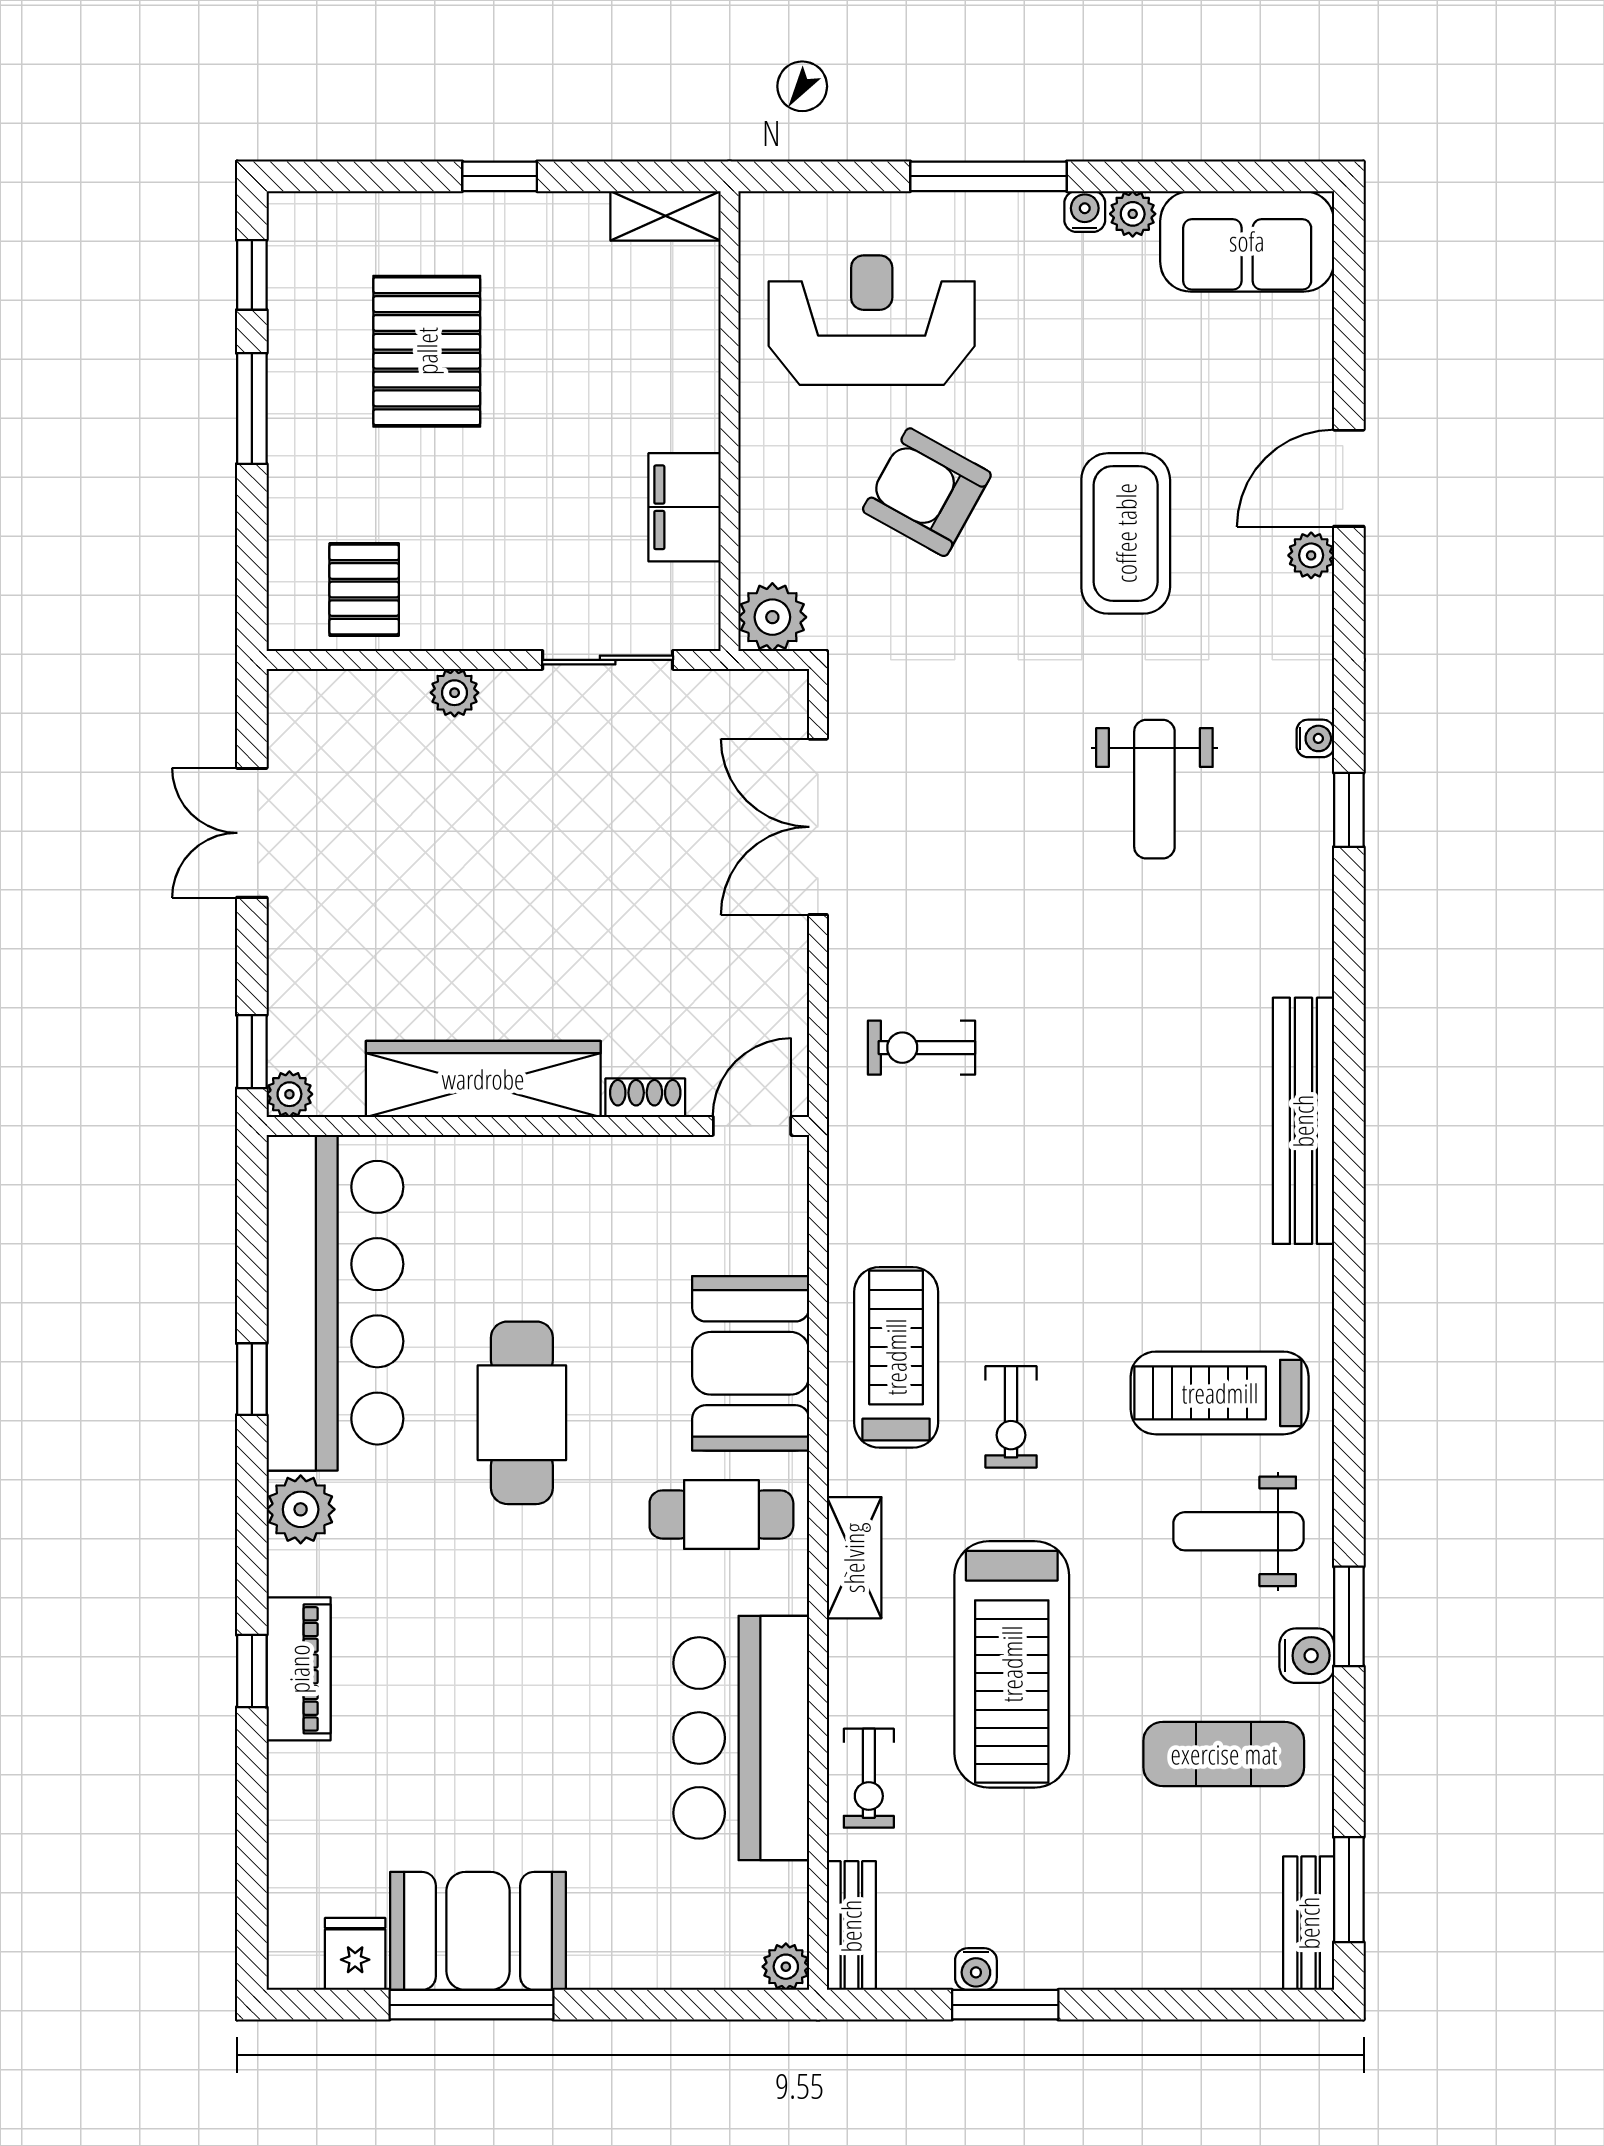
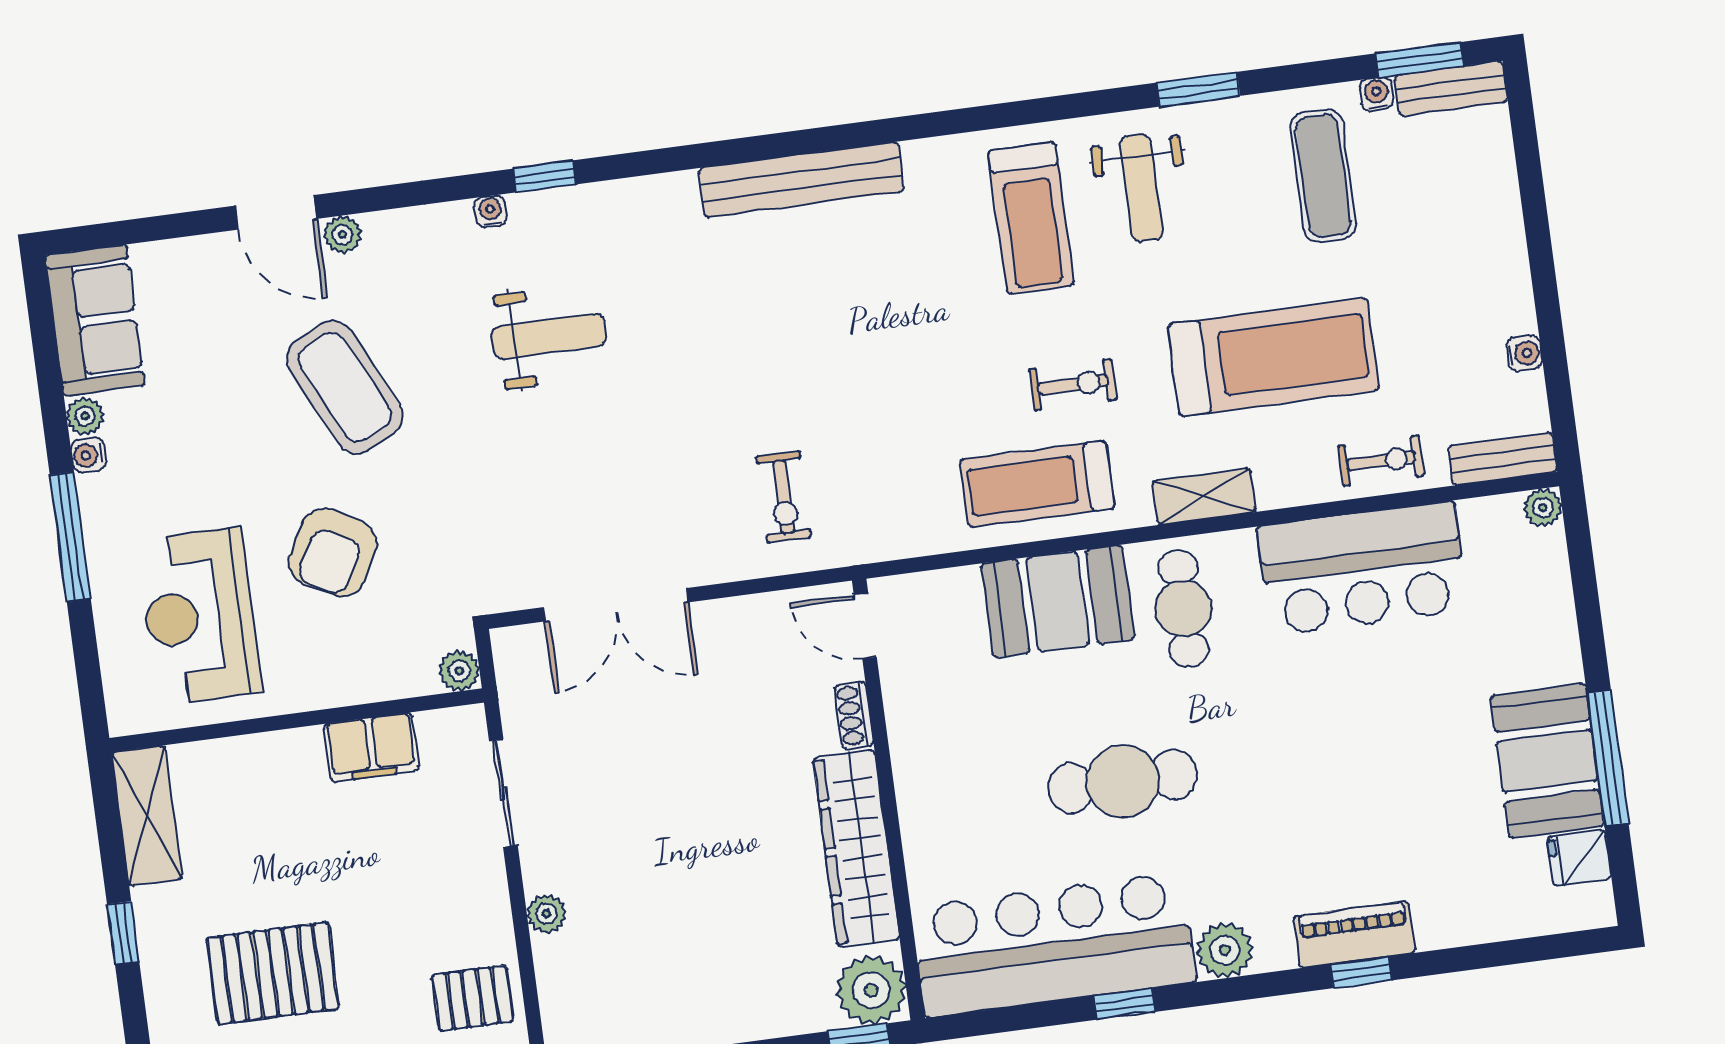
shelving: (666, 216) -> (147, 816), width x1.50, depth x1.33
coffee table: (1126, 533) -> (345, 387), turned 64
plant: (772, 617) -> (459, 671), width x0.73, depth x0.73
plant: (289, 1094) -> (871, 990), width x1.88, depth x1.88
water cooler: (1307, 1656) -> (1377, 94), moved, width x0.72, depth x0.72
window: (1005, 2005) -> (1550, 326), removed

